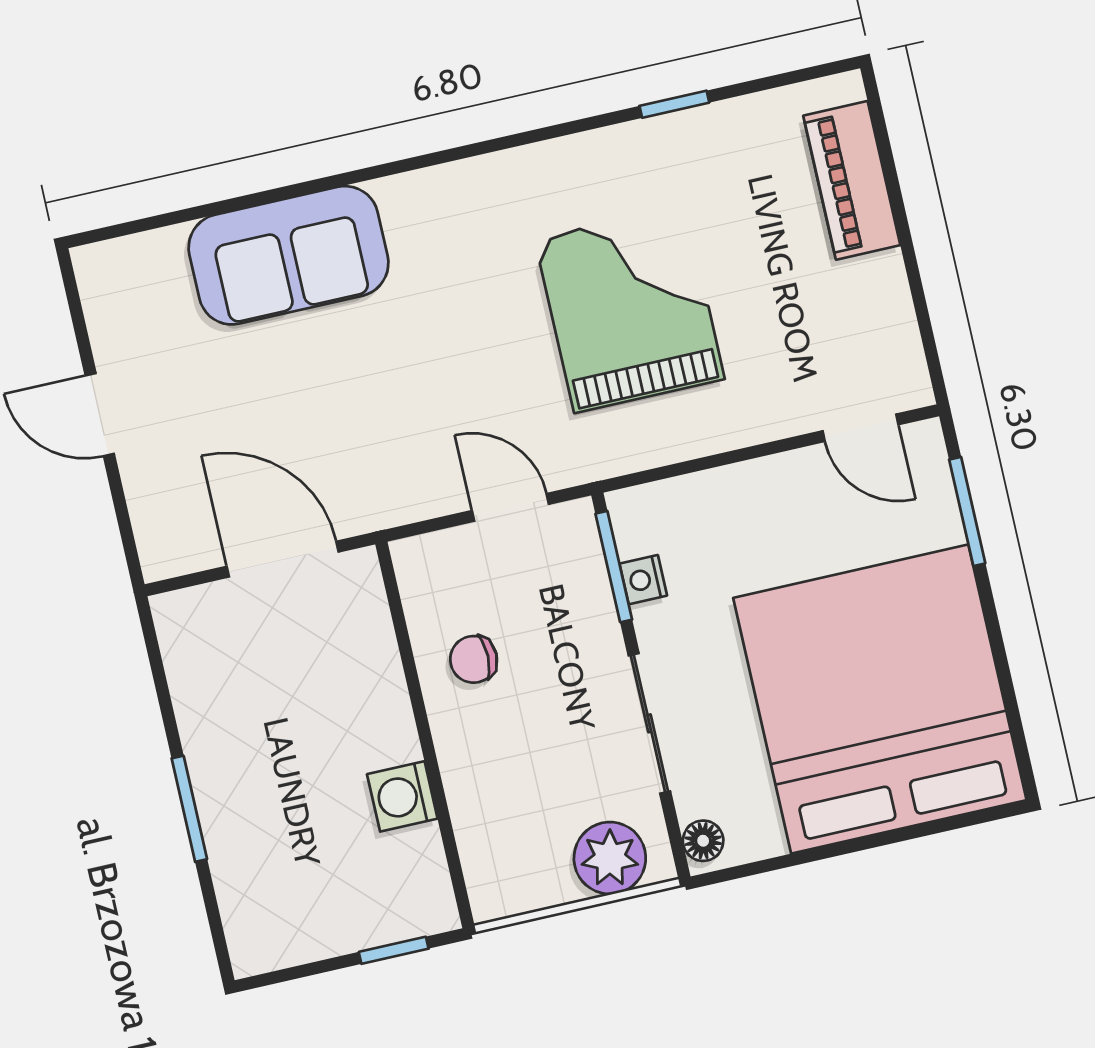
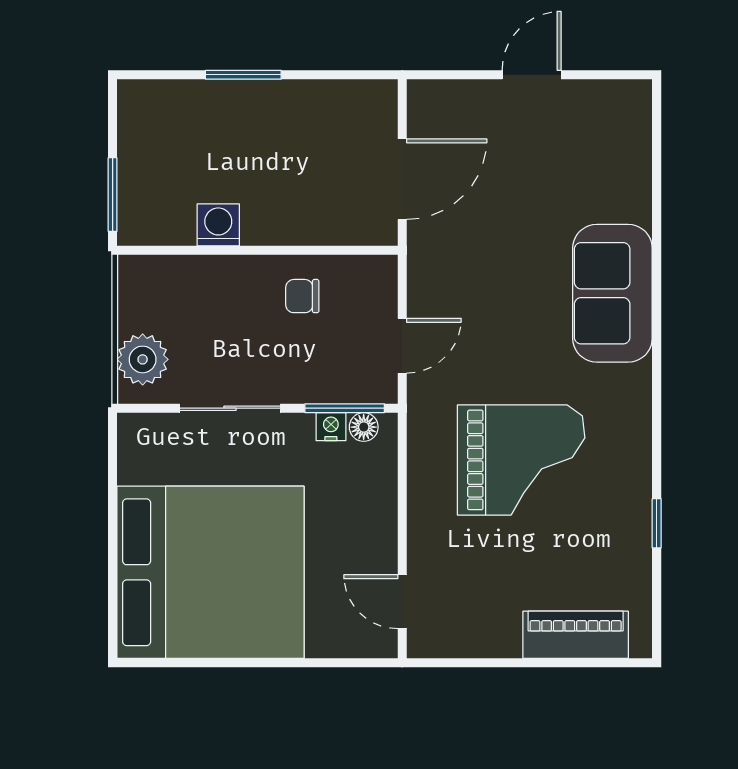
sofa: (289, 255) -> (612, 293), moved
door: (861, 428) -> (402, 602), hinge flipped
window: (967, 511) -> (327, 663), removed
chair: (474, 659) -> (302, 296), turned -90
floor lamp: (703, 841) -> (364, 427), moved
window: (394, 950) -> (113, 195), width x1.50

